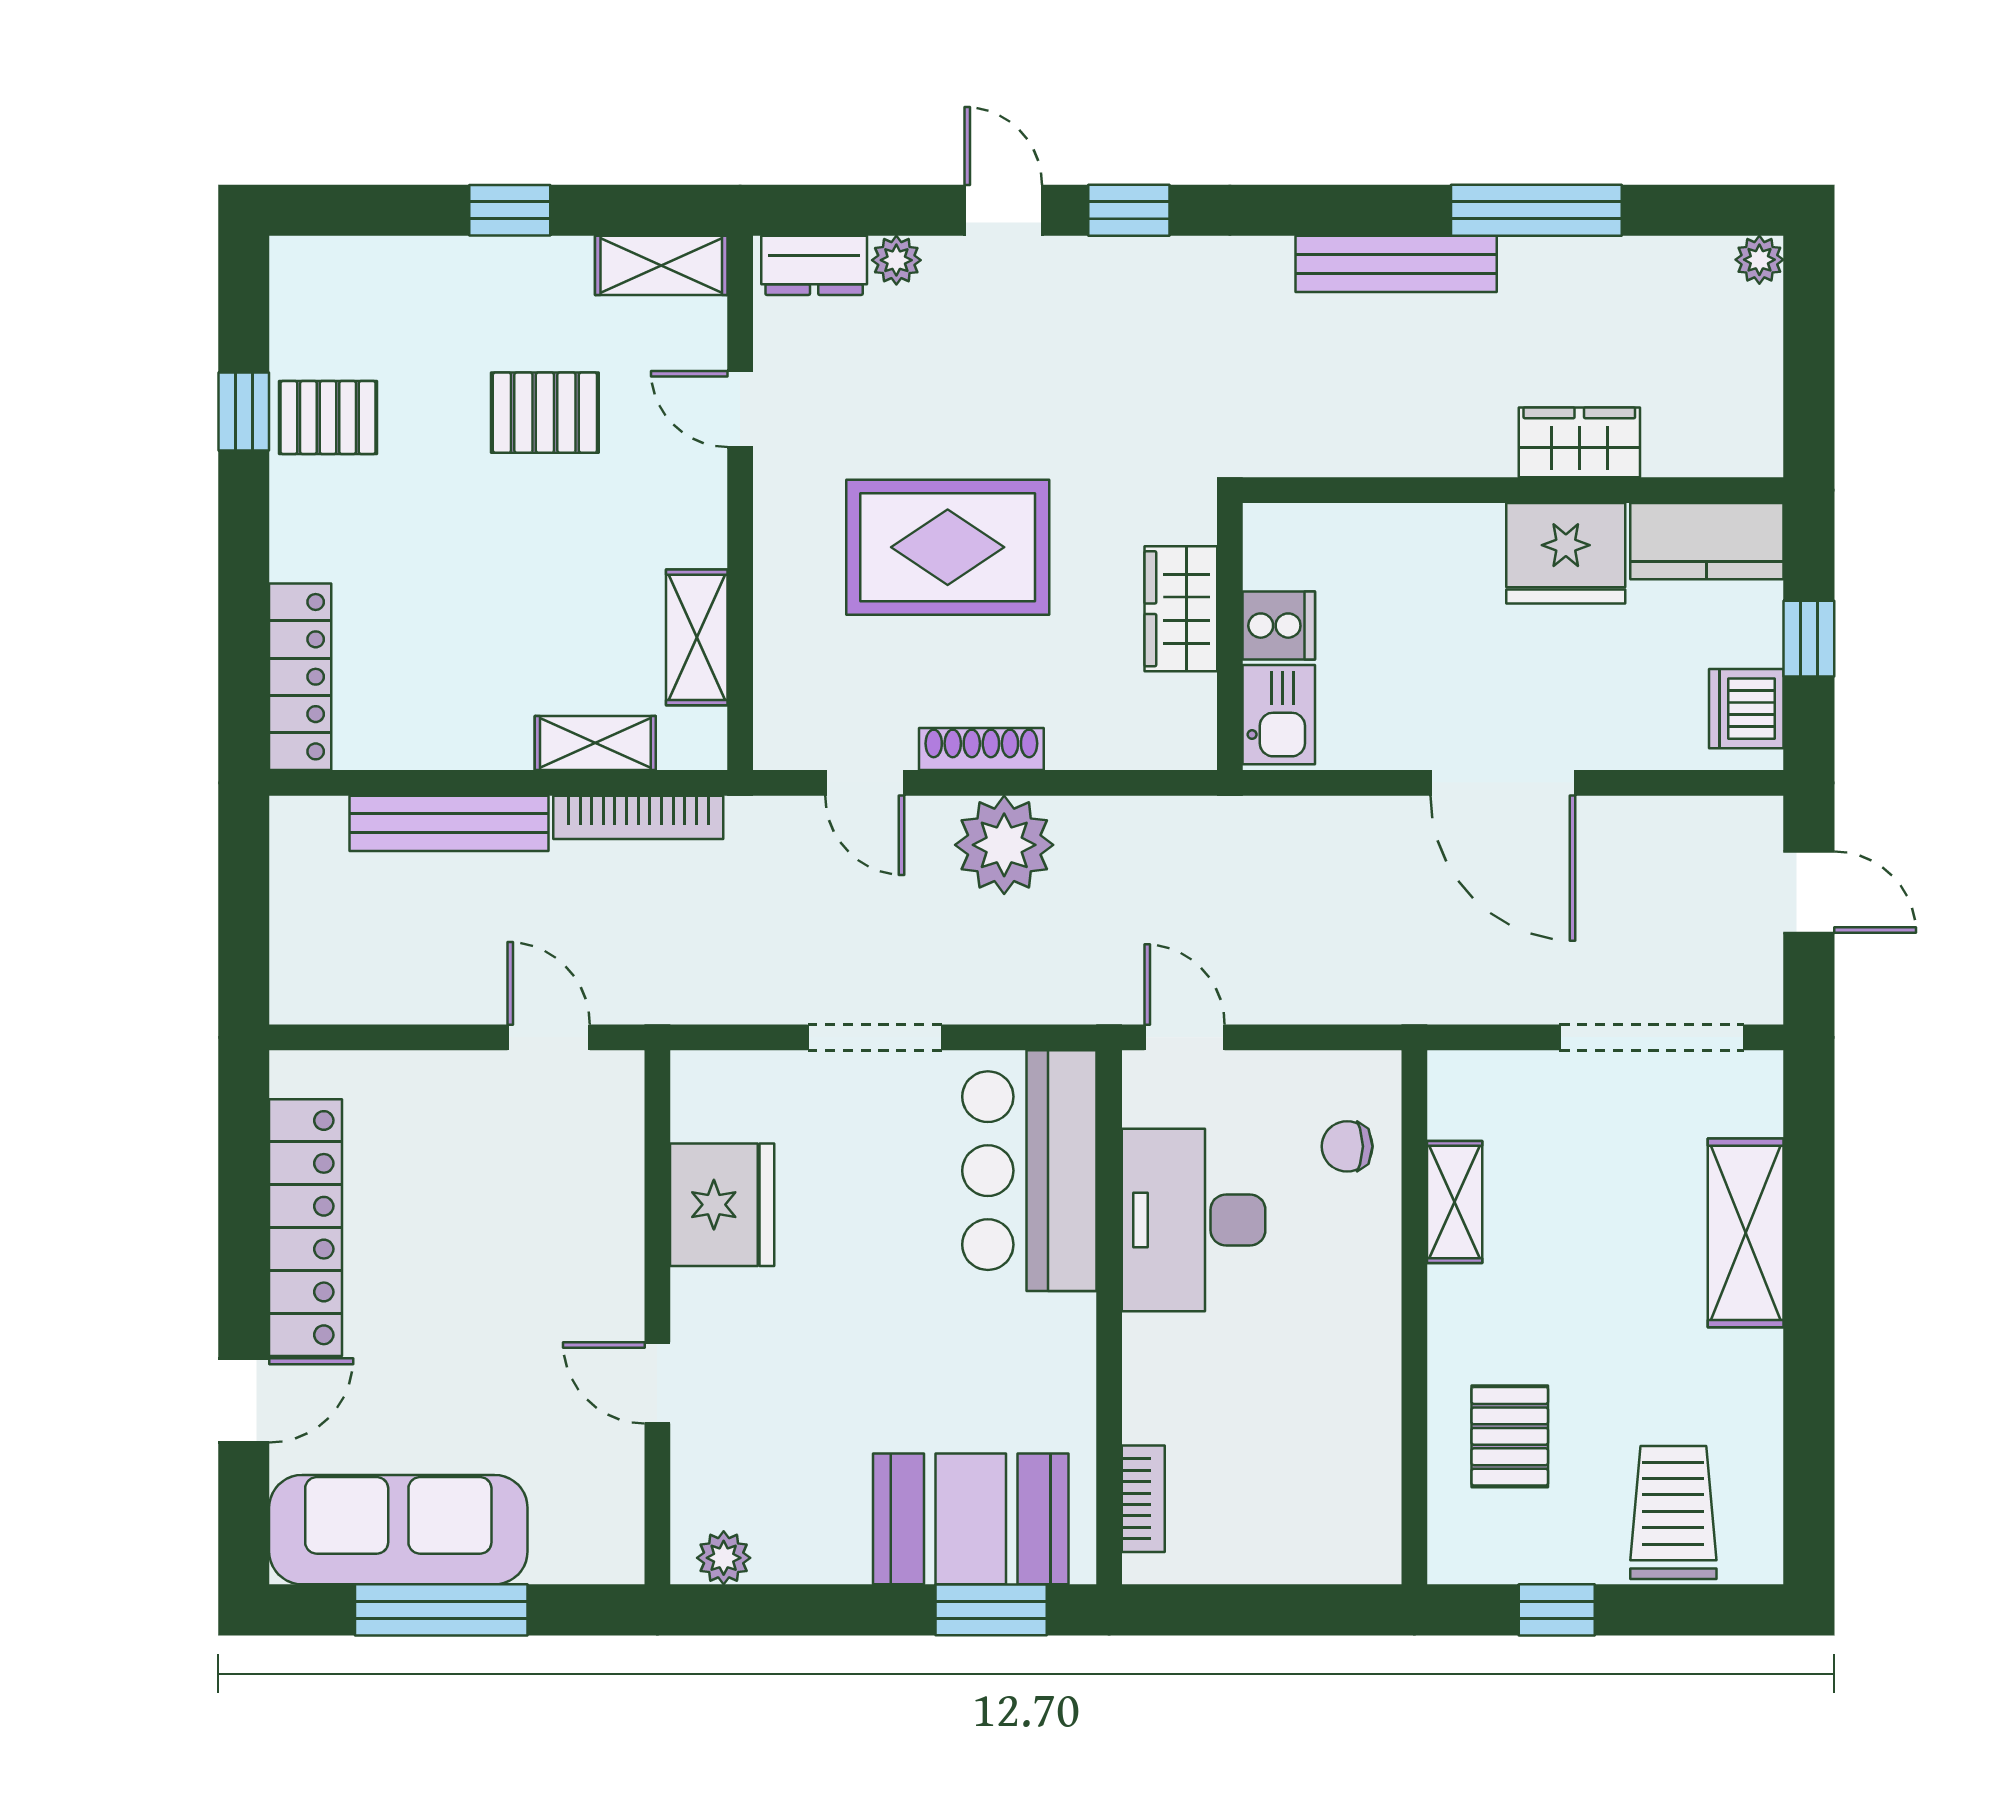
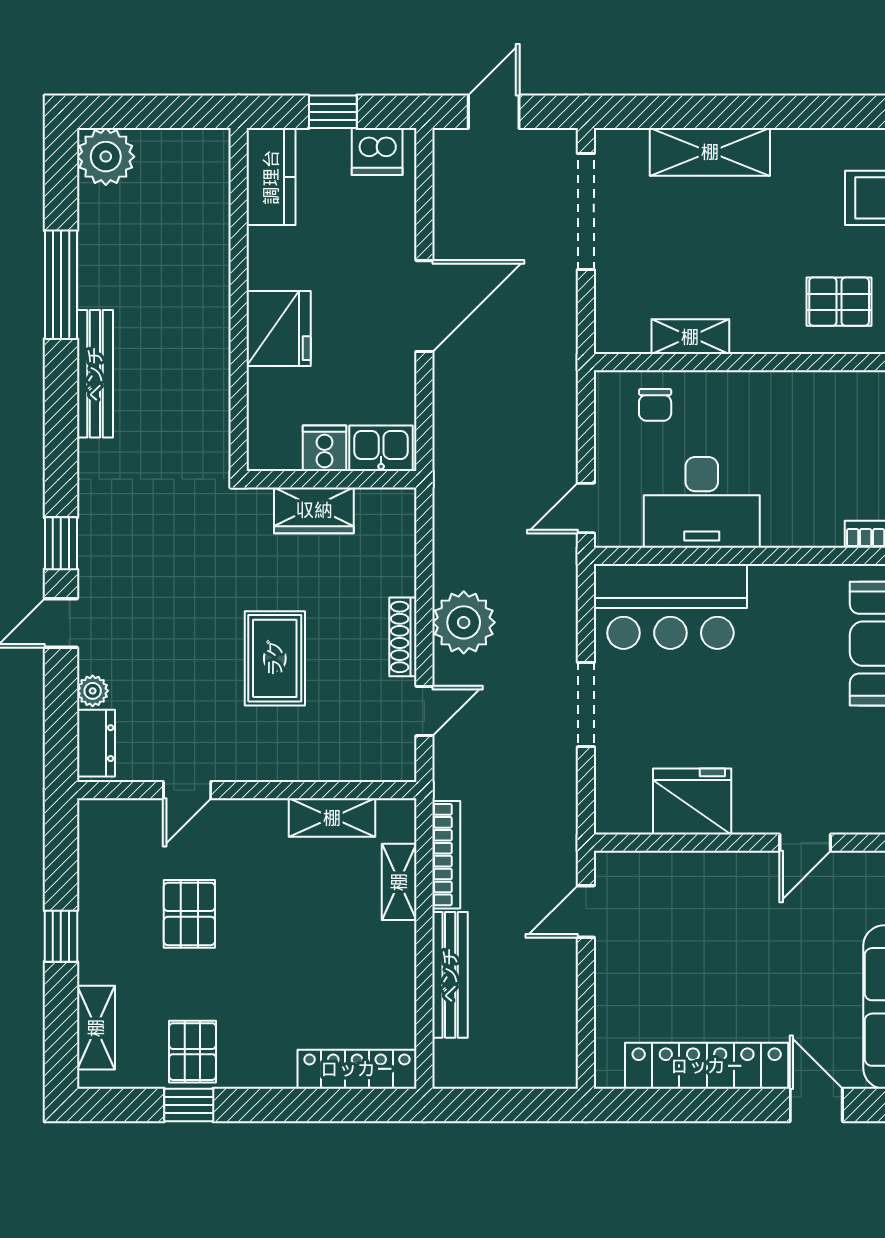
plant: (1759, 260) -> (106, 157), width x1.88, depth x1.88
shelving: (661, 265) -> (96, 1028), moved
wardrobe: (1579, 442) -> (208, 257), removed
rug: (948, 547) -> (275, 658), width x0.73, depth x0.70
fridge: (1566, 553) -> (279, 328), moved

